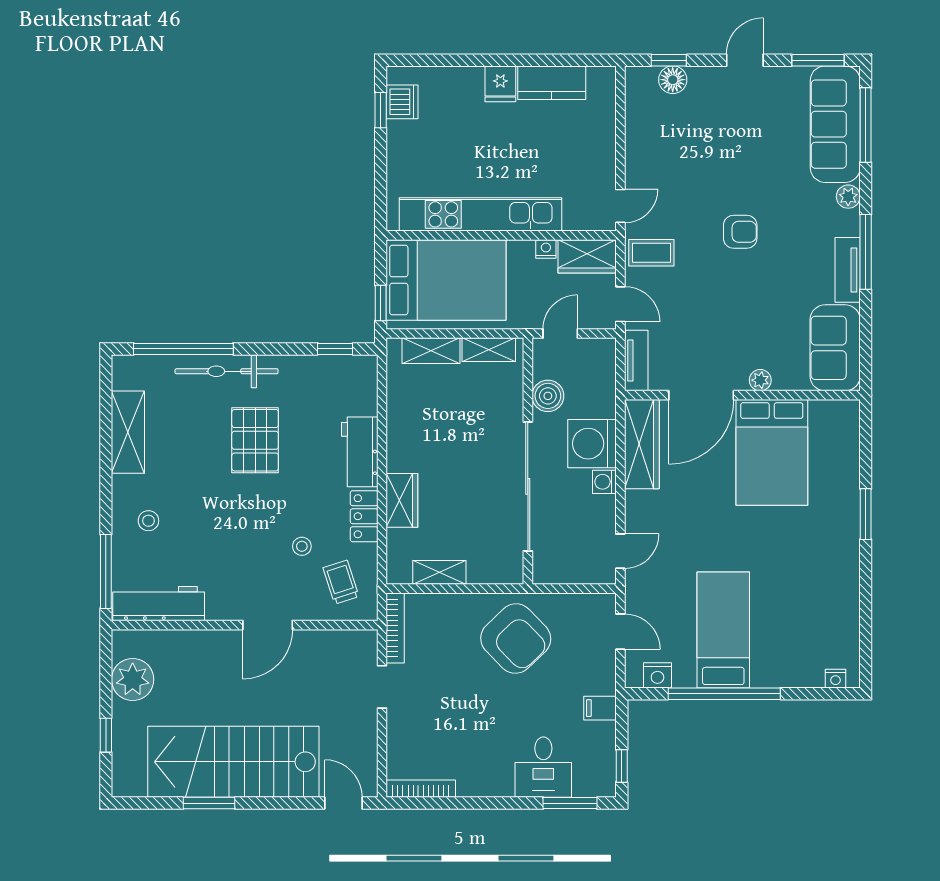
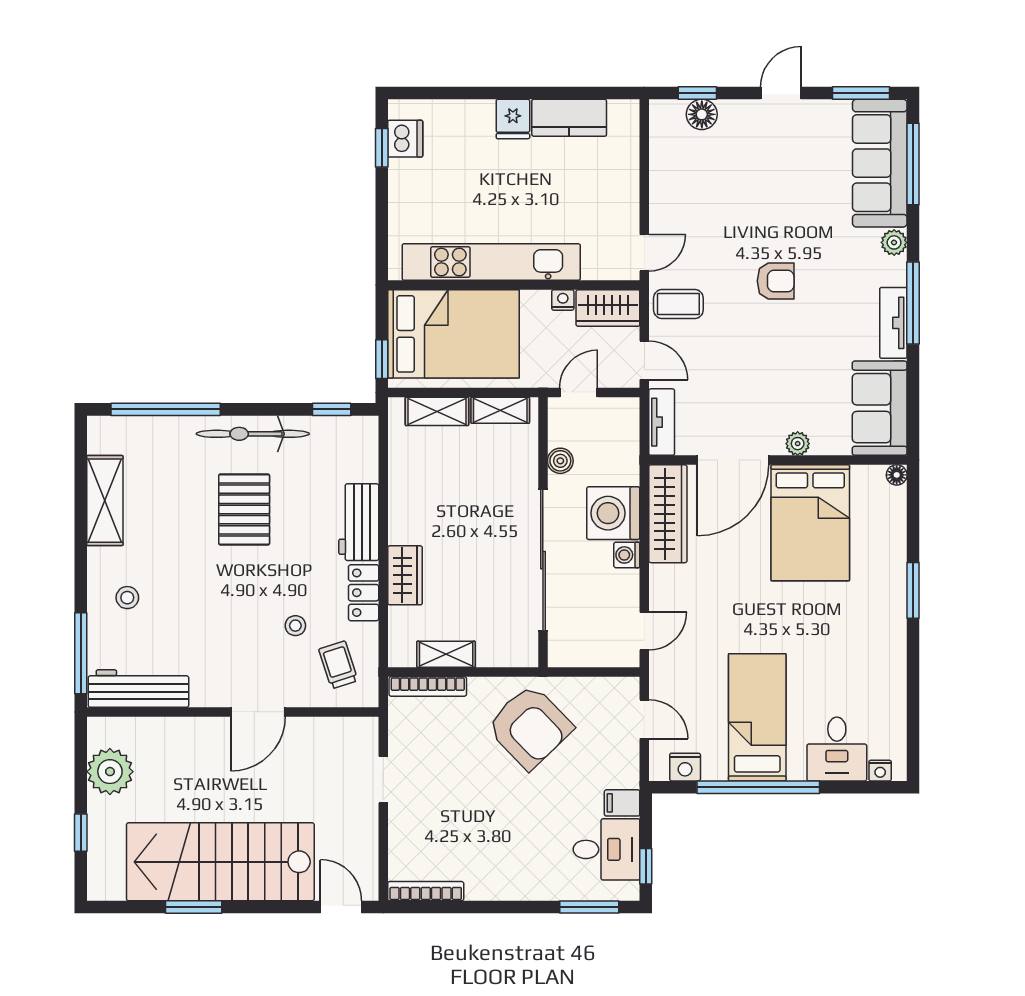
bicycle: (227, 371) -> (253, 434), moved
boiler: (548, 396) -> (560, 461), width x0.73, depth x0.73
floor lamp: (851, 409) -> (897, 475), added
bookcase: (395, 628) -> (428, 686), moved, turned 90
desk: (796, 659) -> (837, 749), added
desk: (543, 767) -> (606, 849), moved, turned -90

